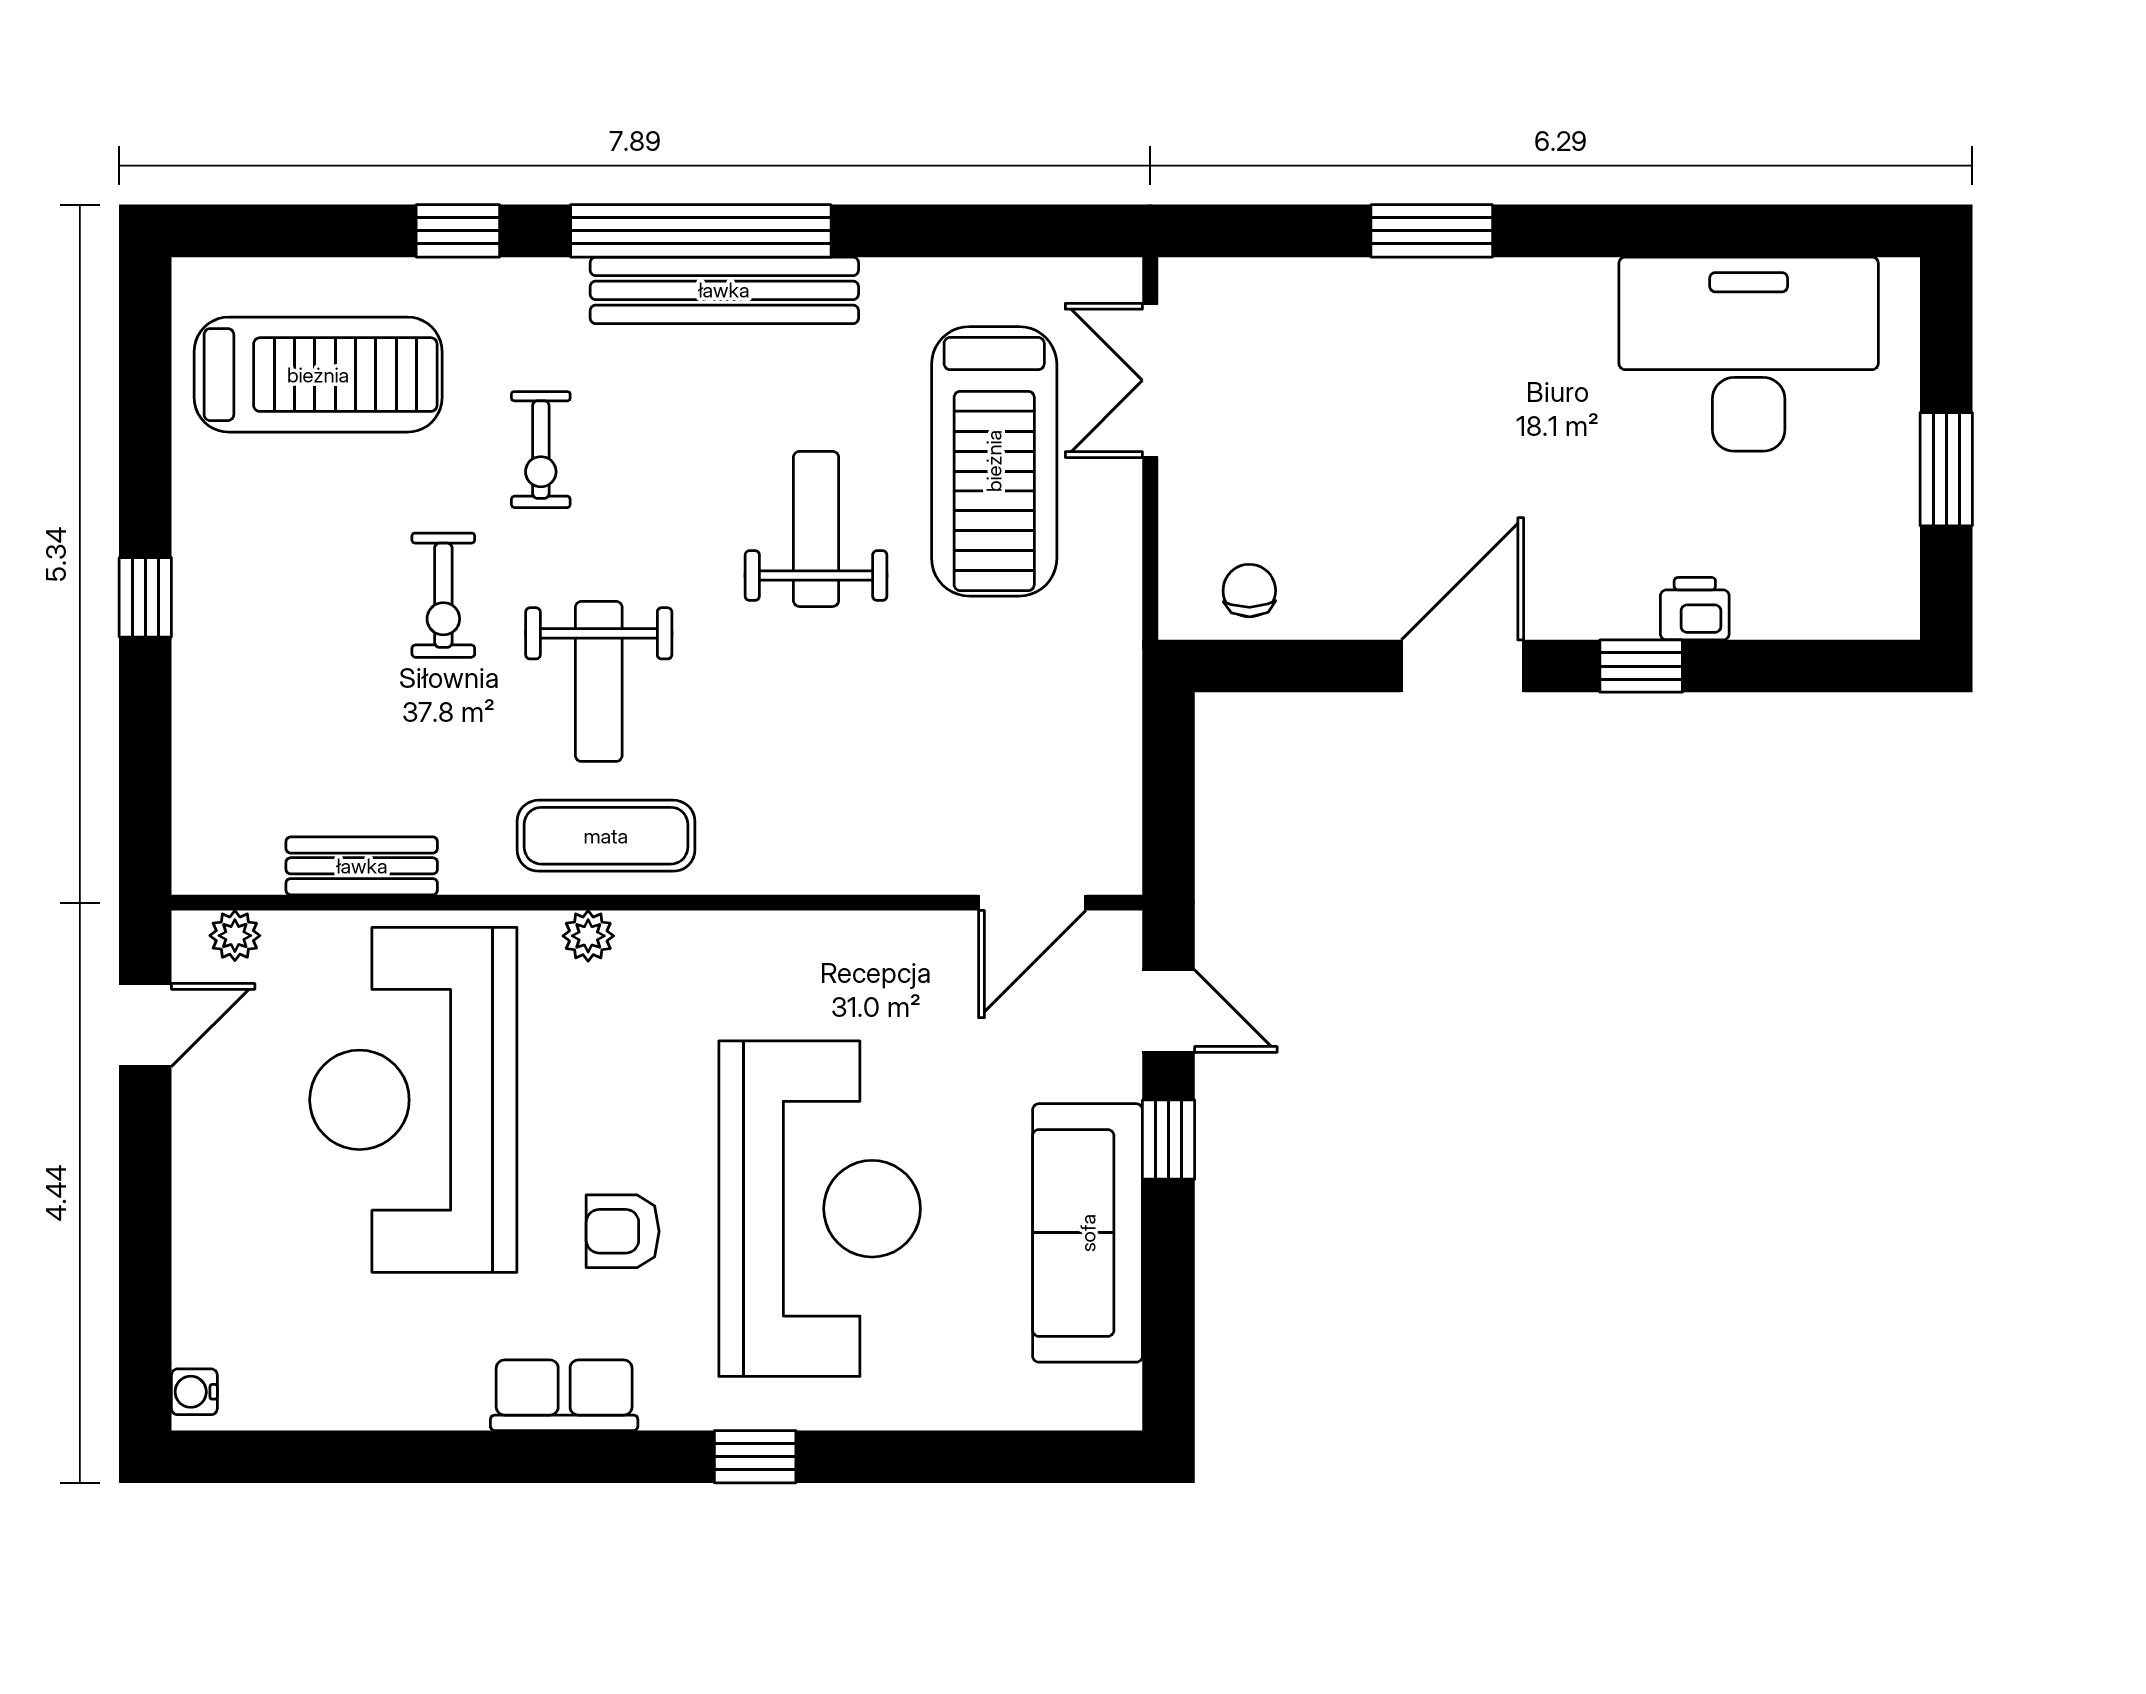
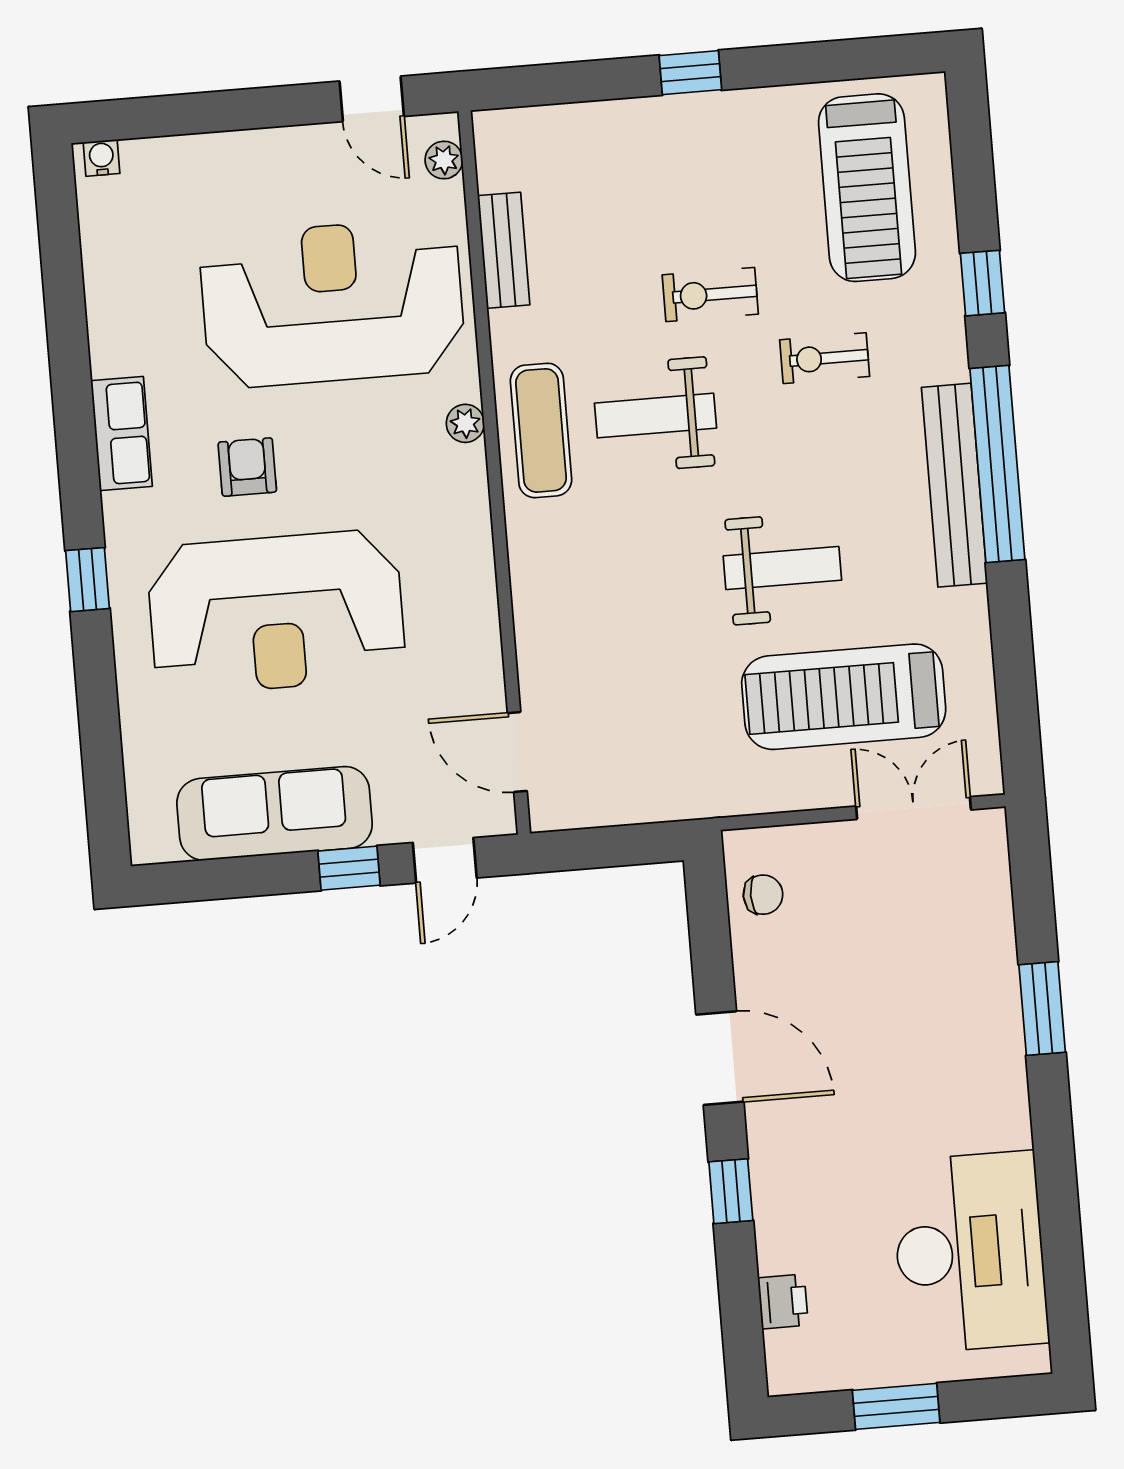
printer: (1695, 609) -> (783, 1302), moved

